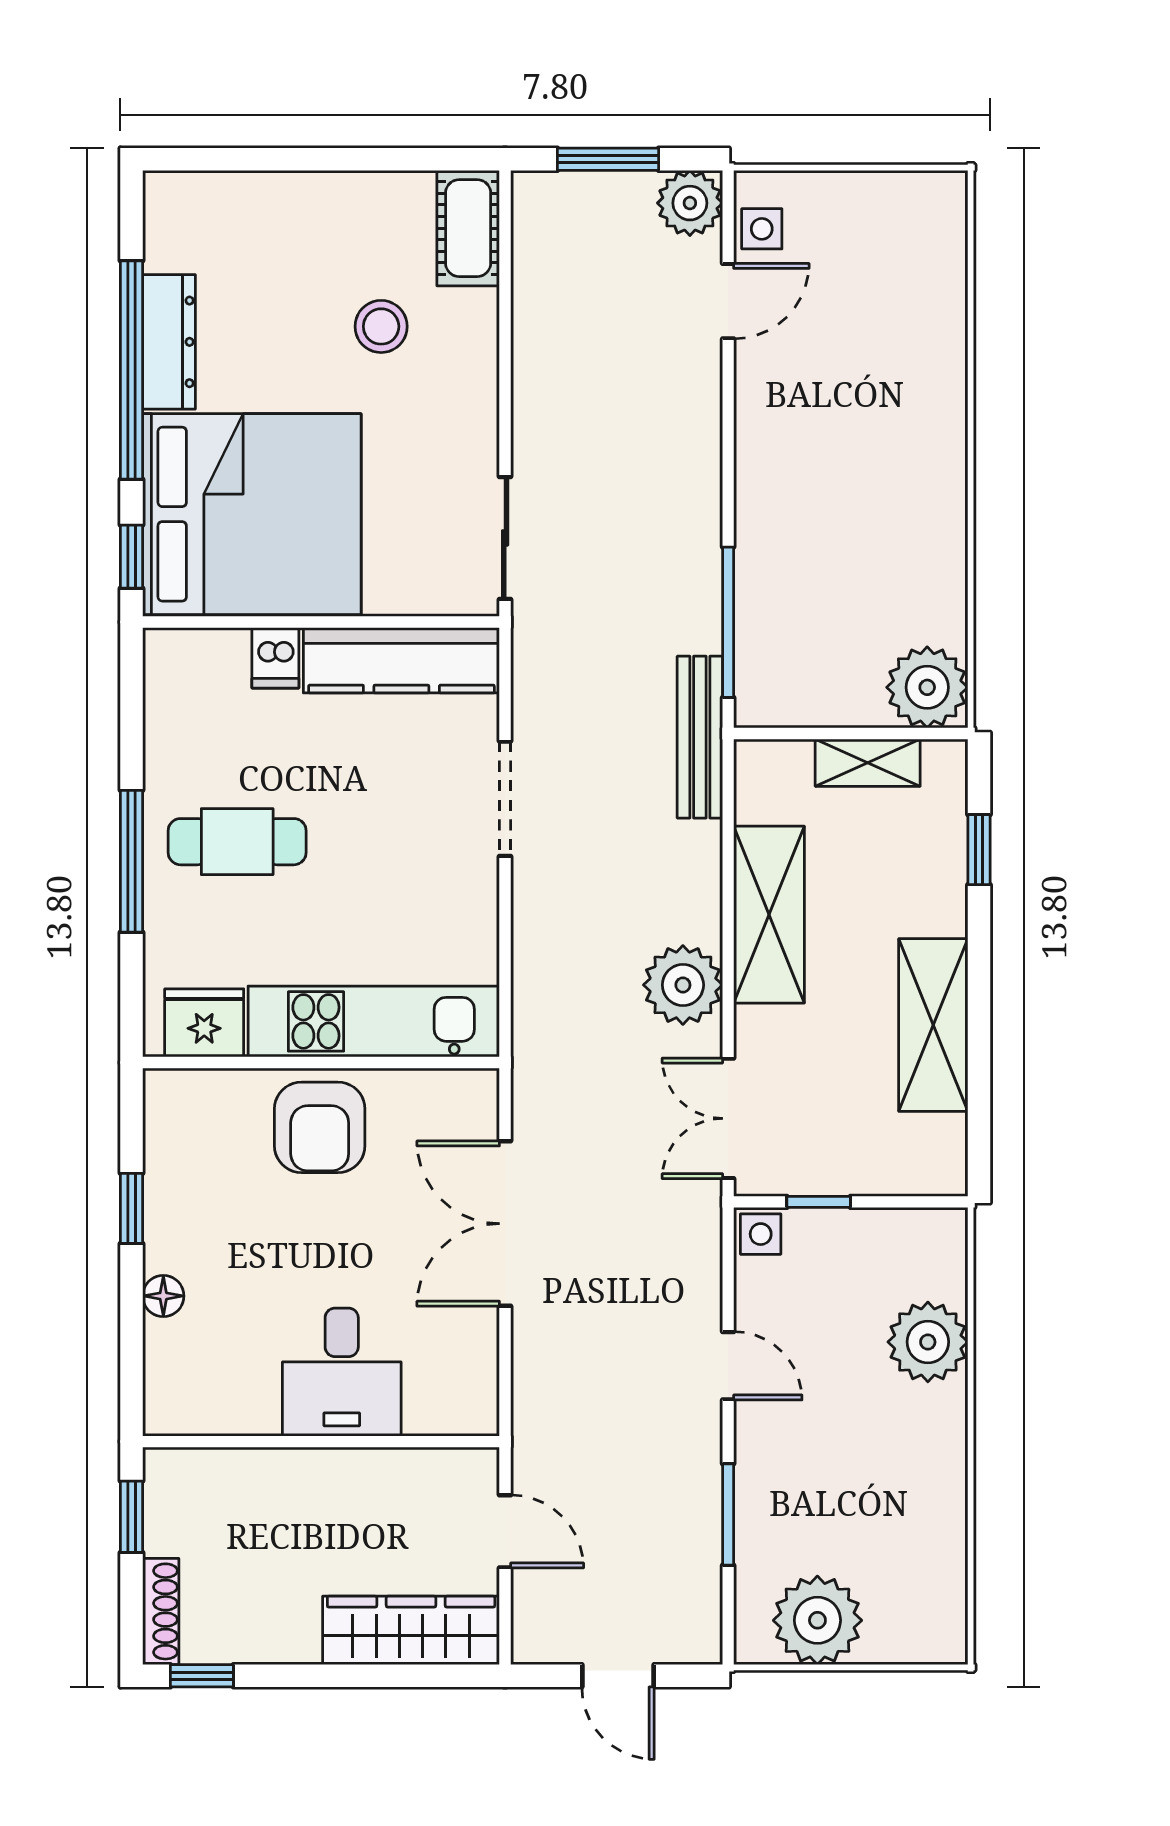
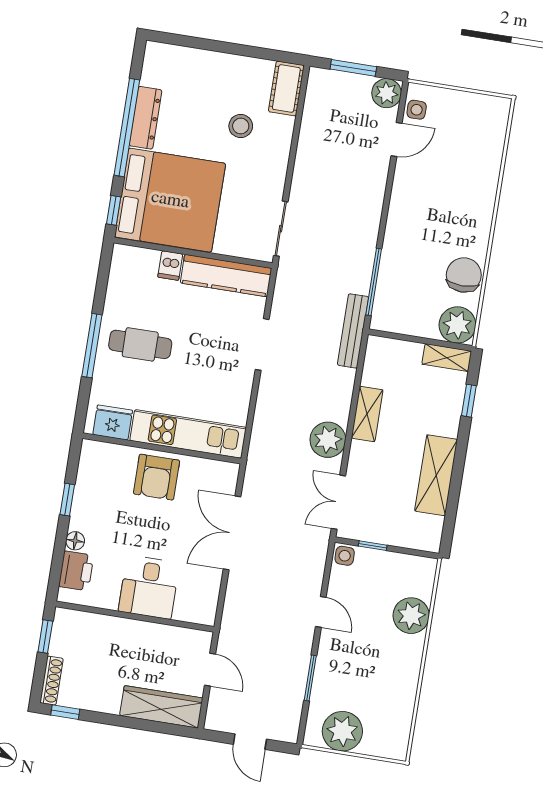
chair: (924, 575) -> (464, 275), added
shelving: (868, 763) -> (447, 358), moved
shelving: (769, 915) -> (367, 414), width x0.67, depth x0.75
printer: (176, 1362) -> (76, 571), added

